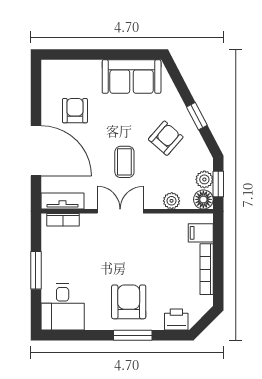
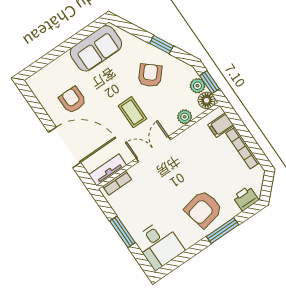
armchair: (129, 302) -> (203, 209), turned -102

